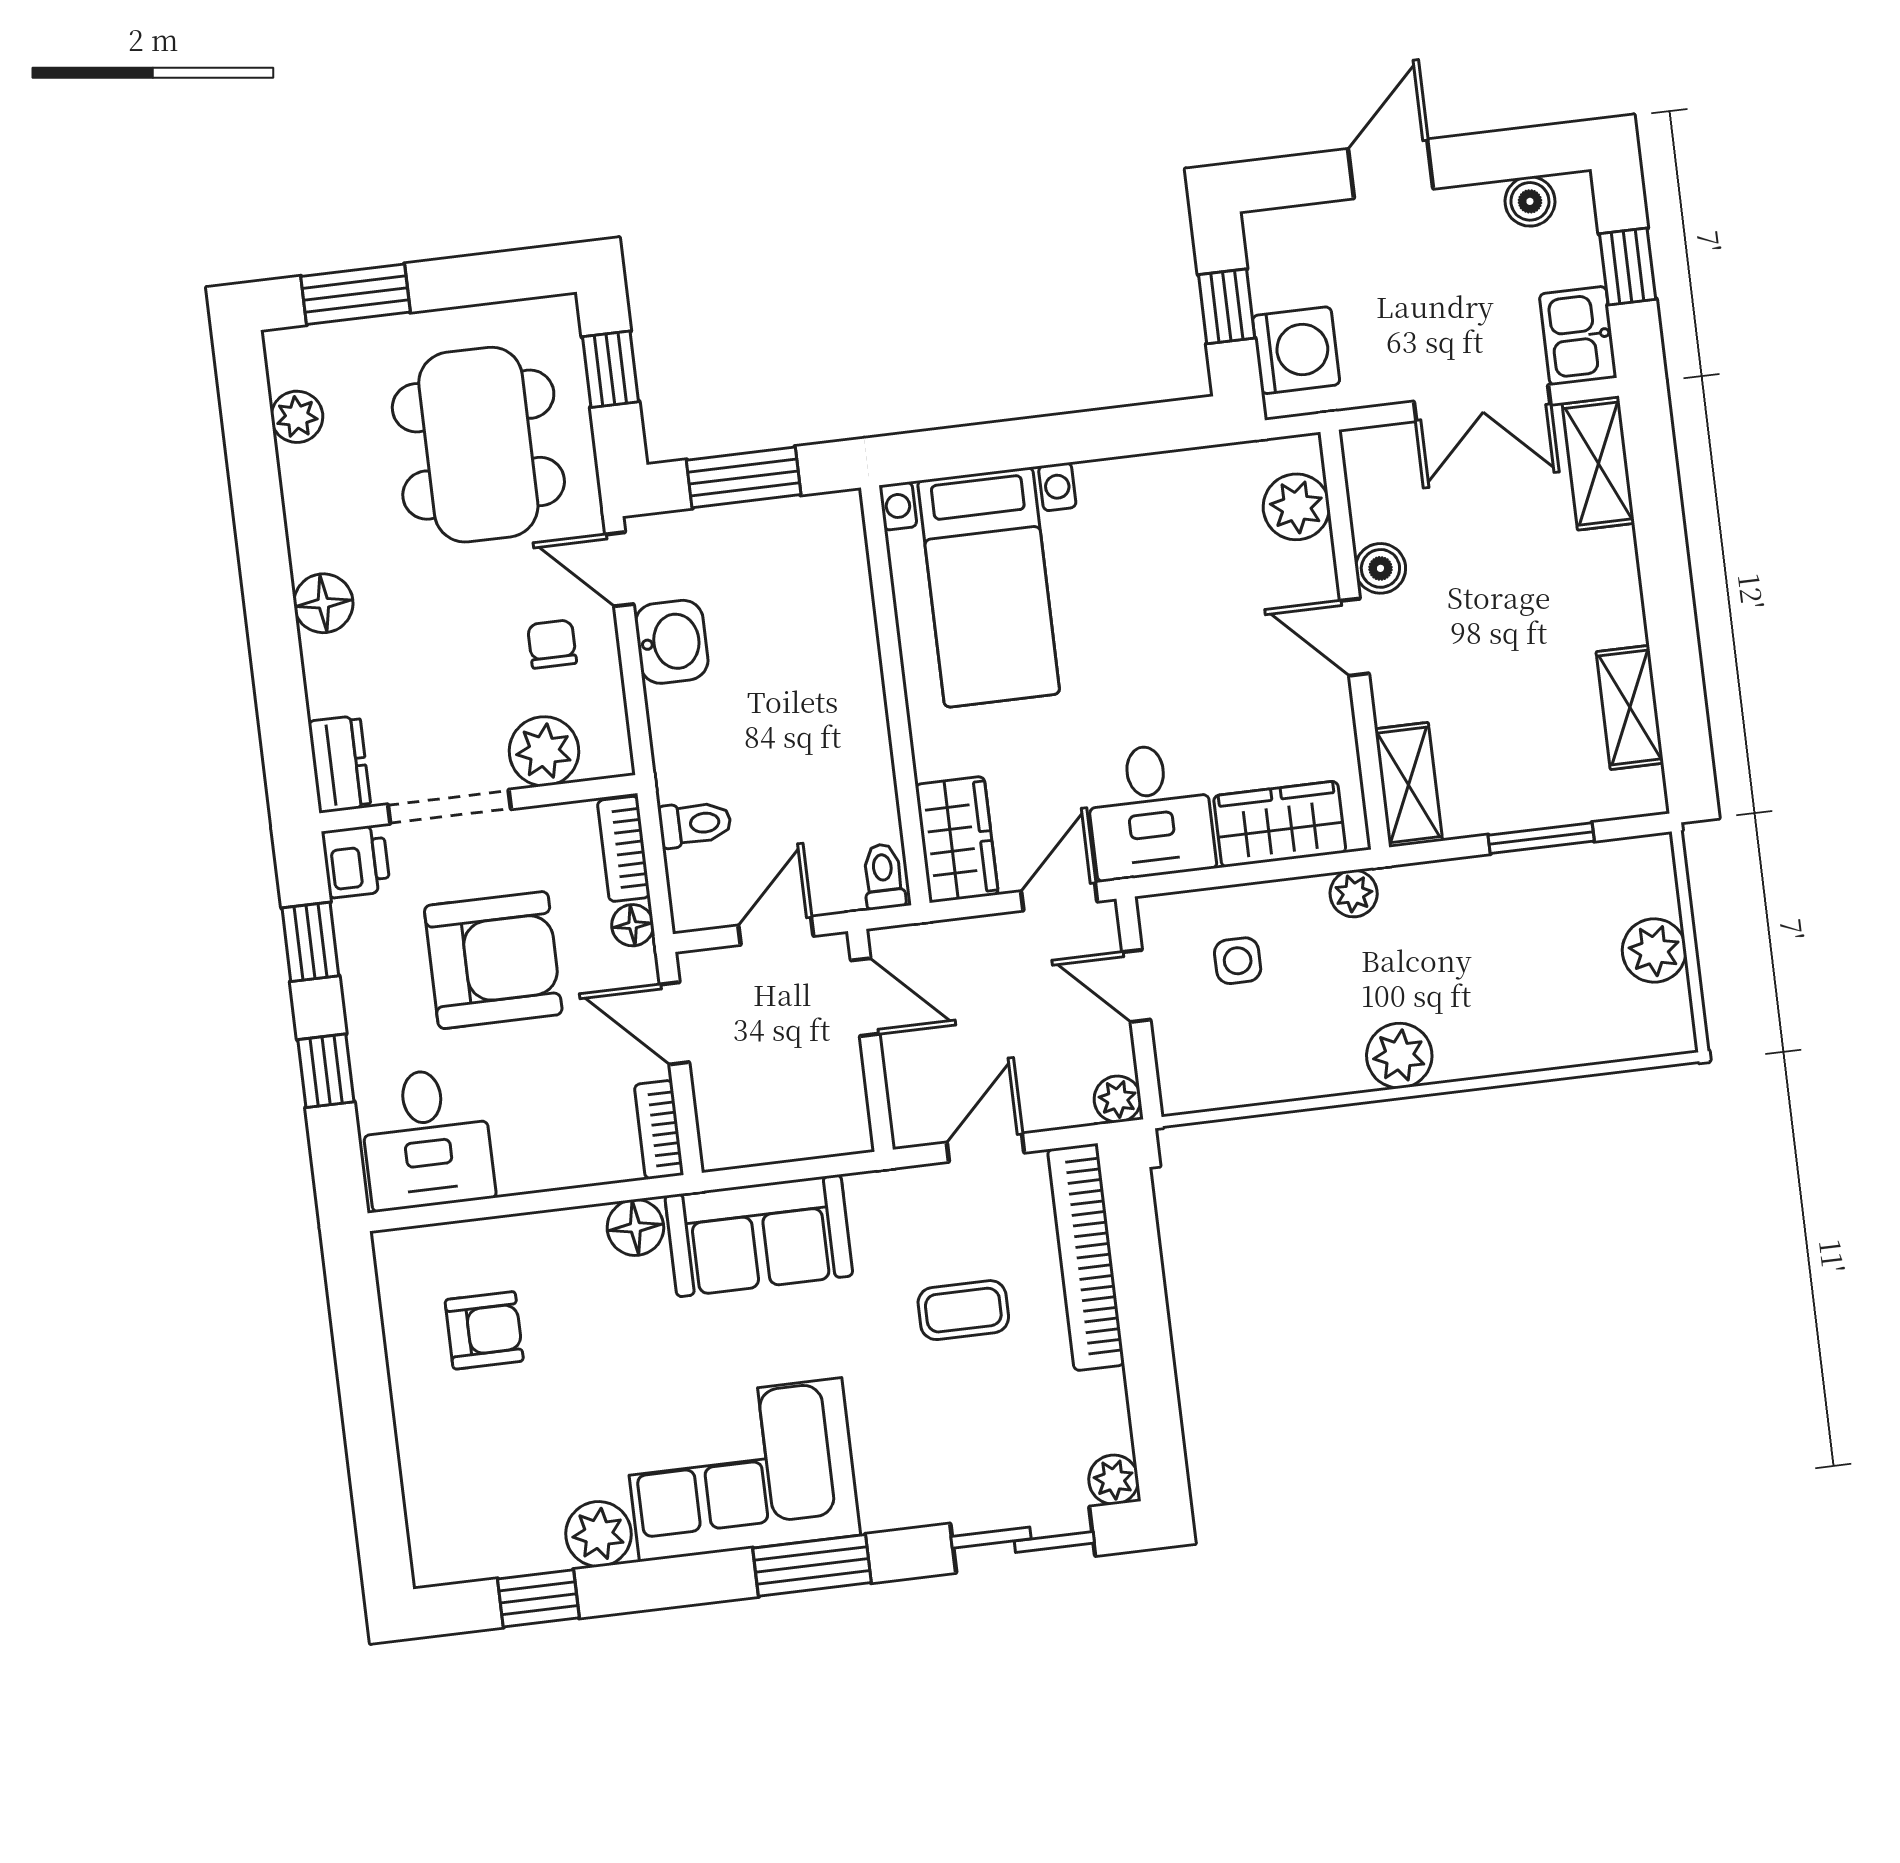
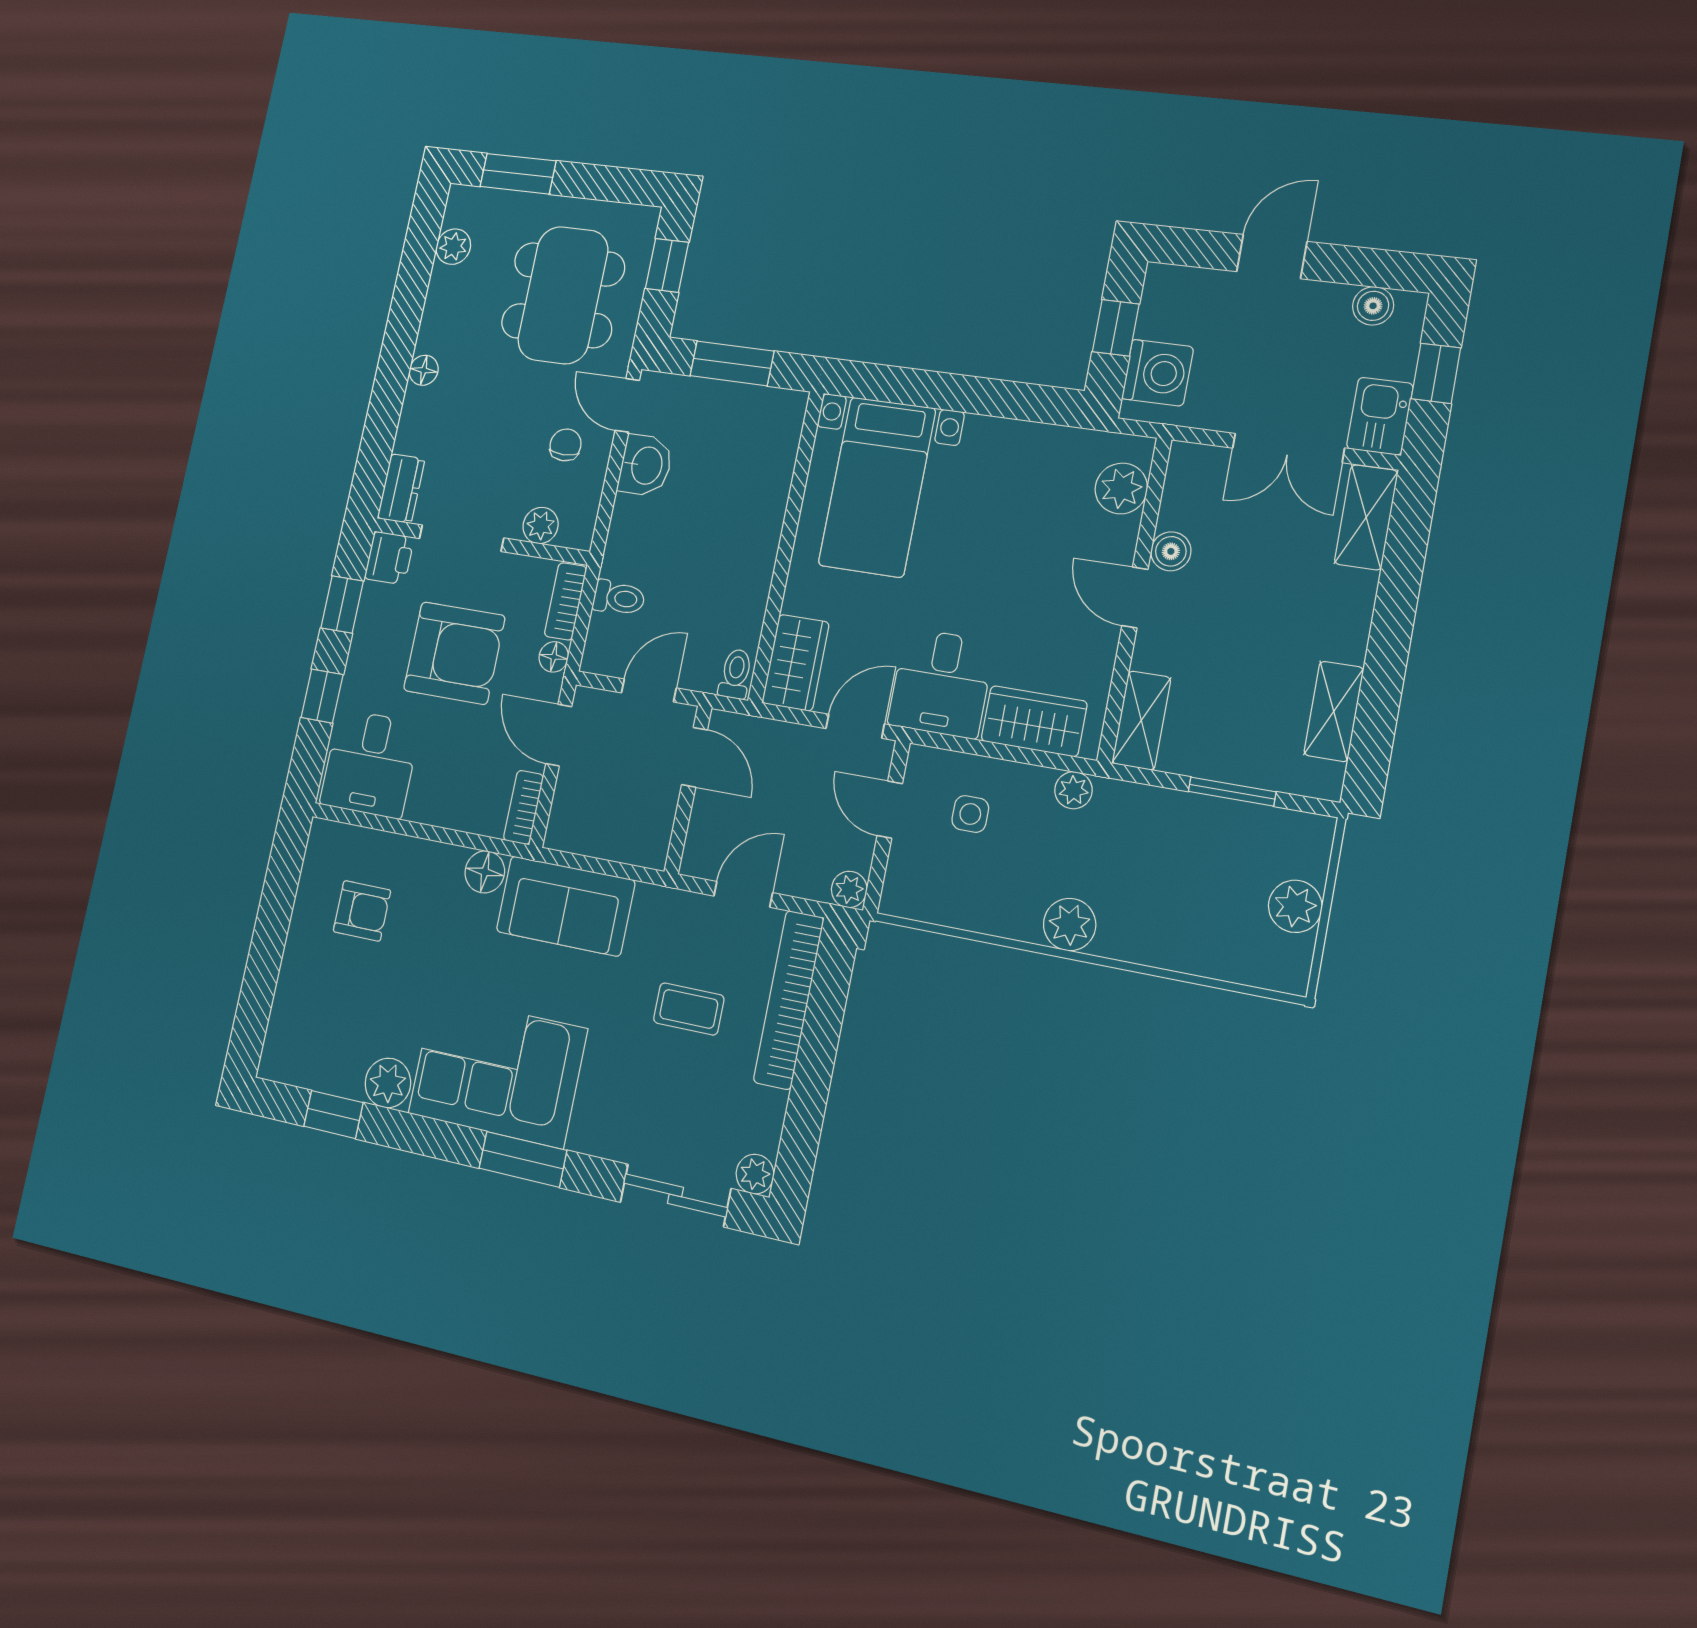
floor lamp: (323, 603) -> (424, 370), width x0.73, depth x0.73
plant: (544, 751) -> (541, 525), width x0.73, depth x0.73

